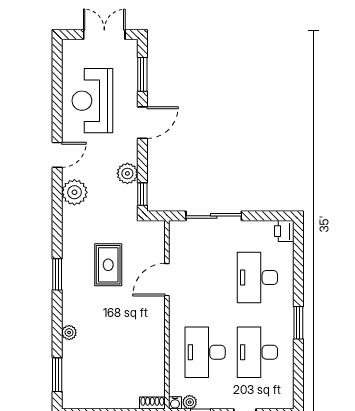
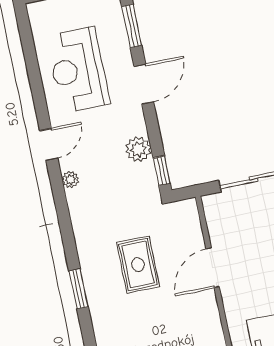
plant: (74, 192) -> (70, 180), width x0.53, depth x0.53

